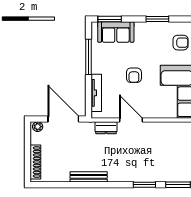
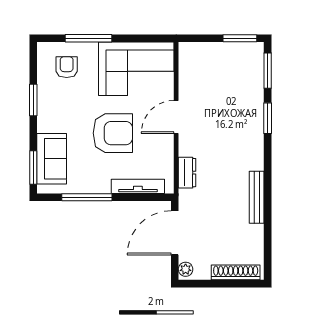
armchair: (134, 75) -> (113, 133), width x1.88, depth x1.88
door: (131, 120) -> (176, 117), moved

